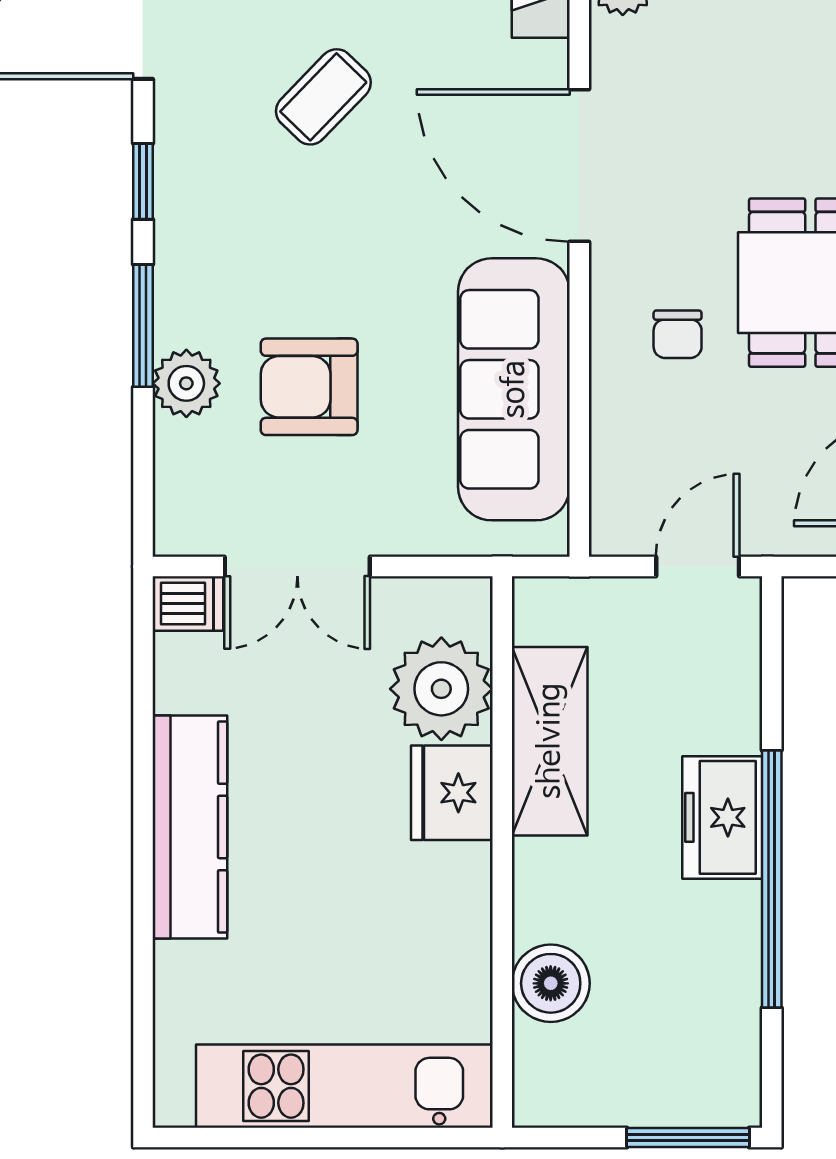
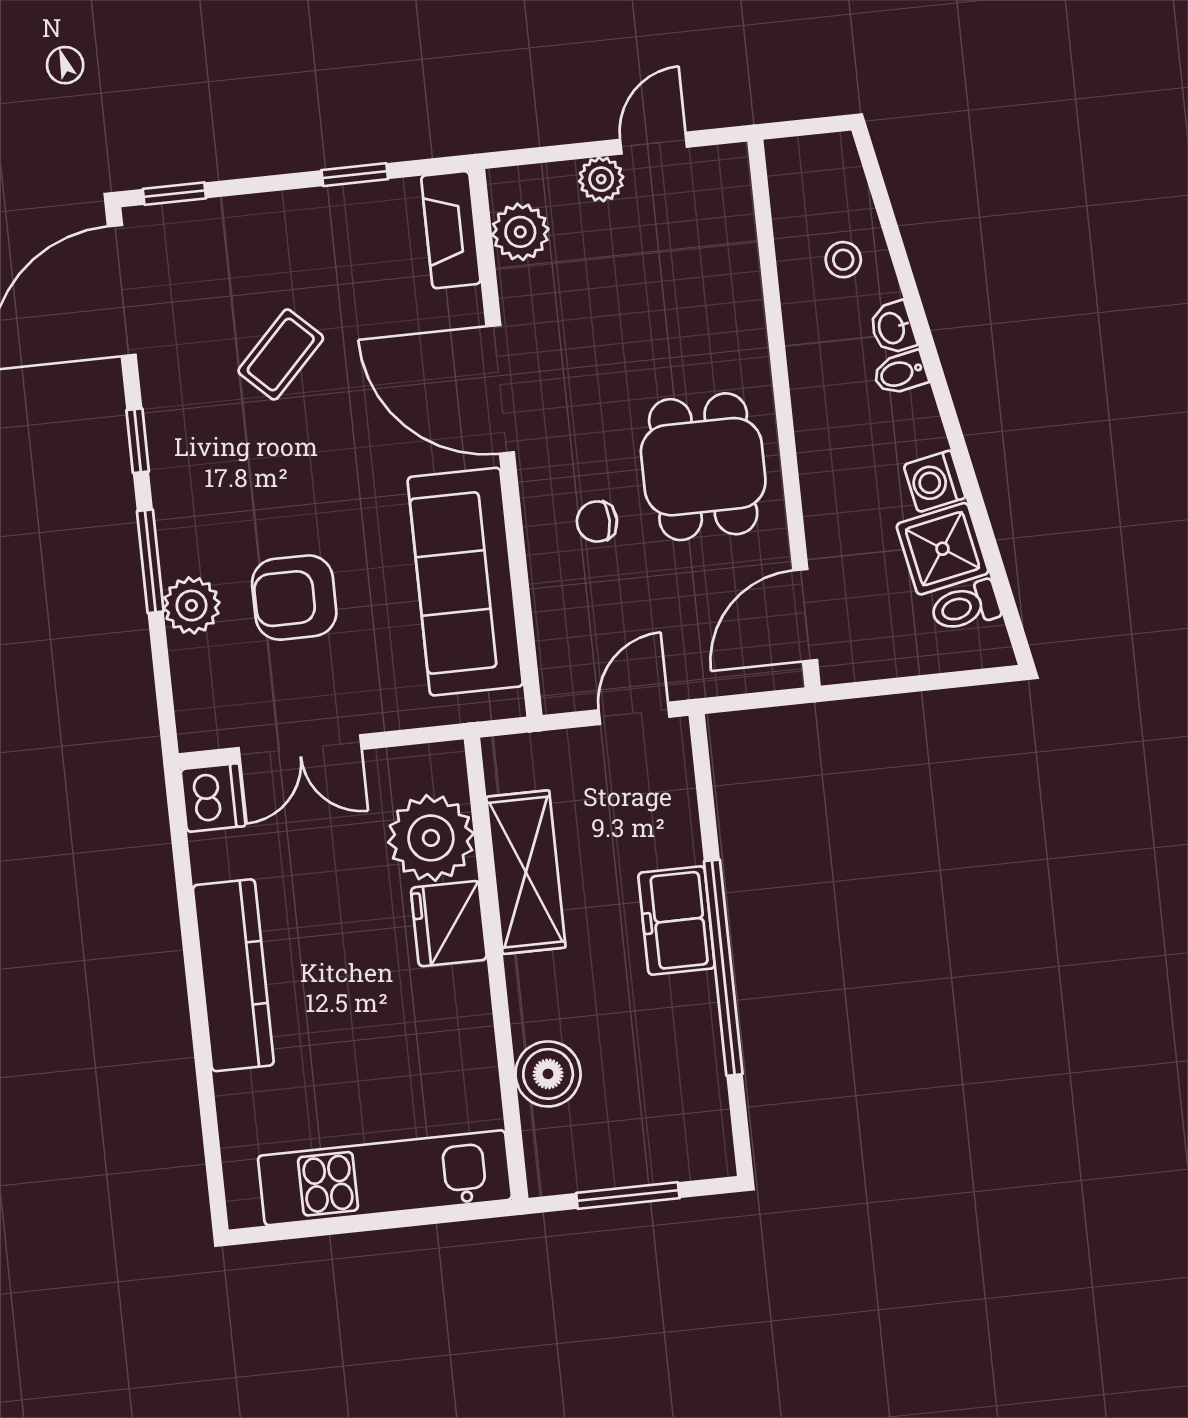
chair: (678, 334) -> (597, 521), turned 90
dishwasher: (188, 603) -> (213, 798), width x1.38
window: (688, 1137) -> (628, 1196), moved

